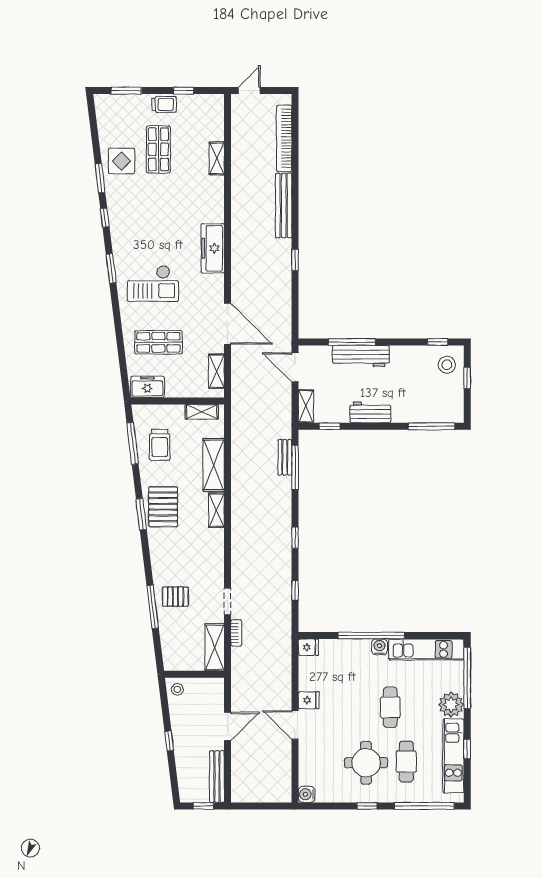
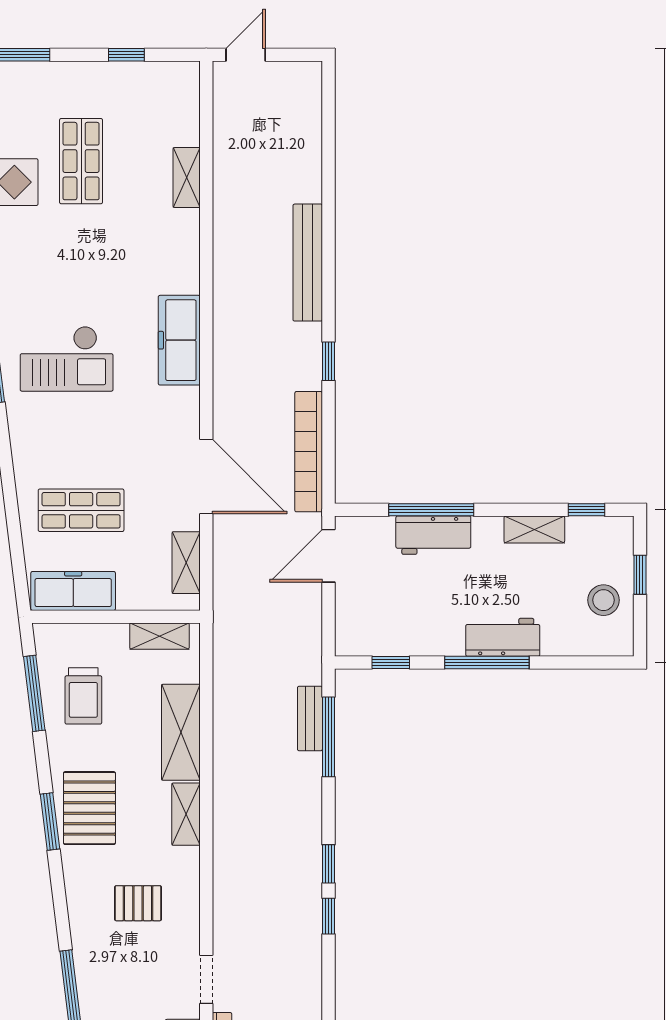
trolley: (164, 104) -> (91, 80), removed
bookcase: (284, 138) -> (309, 452), moved
checkout: (153, 283) -> (67, 359), moved
workbench: (361, 356) -> (433, 535), width x0.73
stool: (447, 365) -> (603, 600), moved
door: (295, 367) -> (328, 556), hinge flipped
freezer: (147, 387) -> (73, 591), width x1.40
shelving: (306, 406) -> (534, 529), moved, turned 90
workbench: (370, 412) -> (503, 637), moved
window: (432, 426) -> (487, 662), moved
window: (295, 590) -> (328, 916), moved
pallet: (175, 597) -> (138, 903), moved

